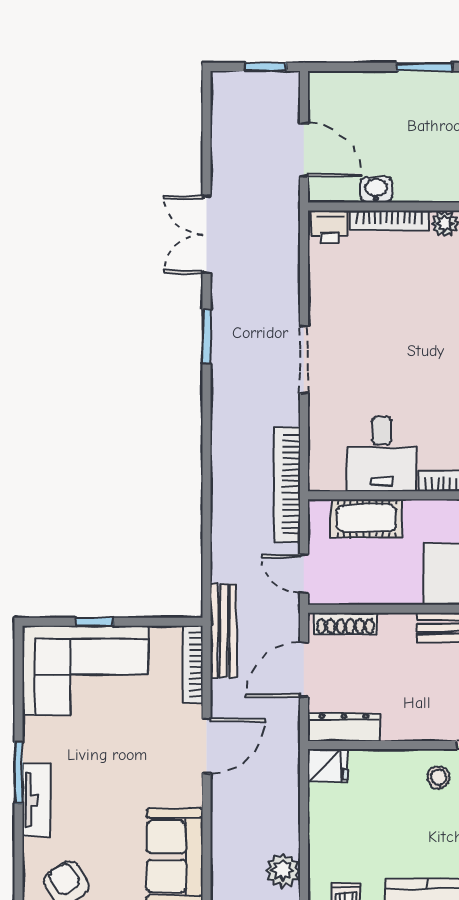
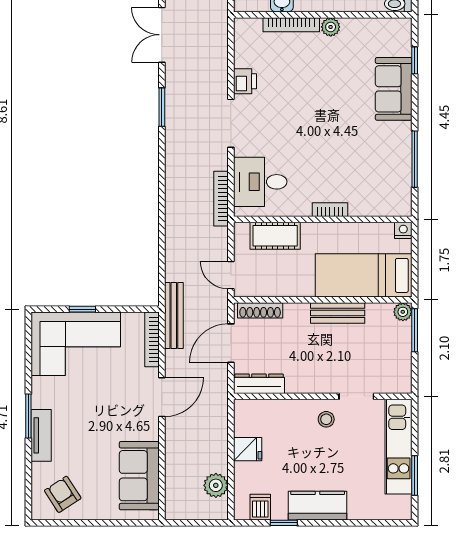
printer: (330, 226) -> (245, 81), moved, turned -90
desk: (382, 454) -> (260, 182), moved, turned 90
bookcase: (287, 484) -> (221, 199), width x0.68, depth x0.76
fridge: (328, 766) -> (248, 449), moved

